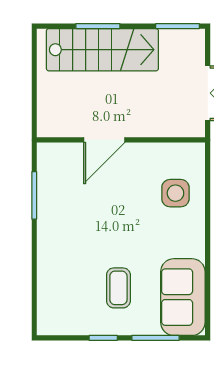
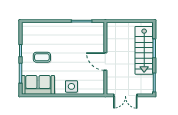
door: (104, 140) -> (105, 61), moved
side table: (175, 193) -> (71, 86), moved

